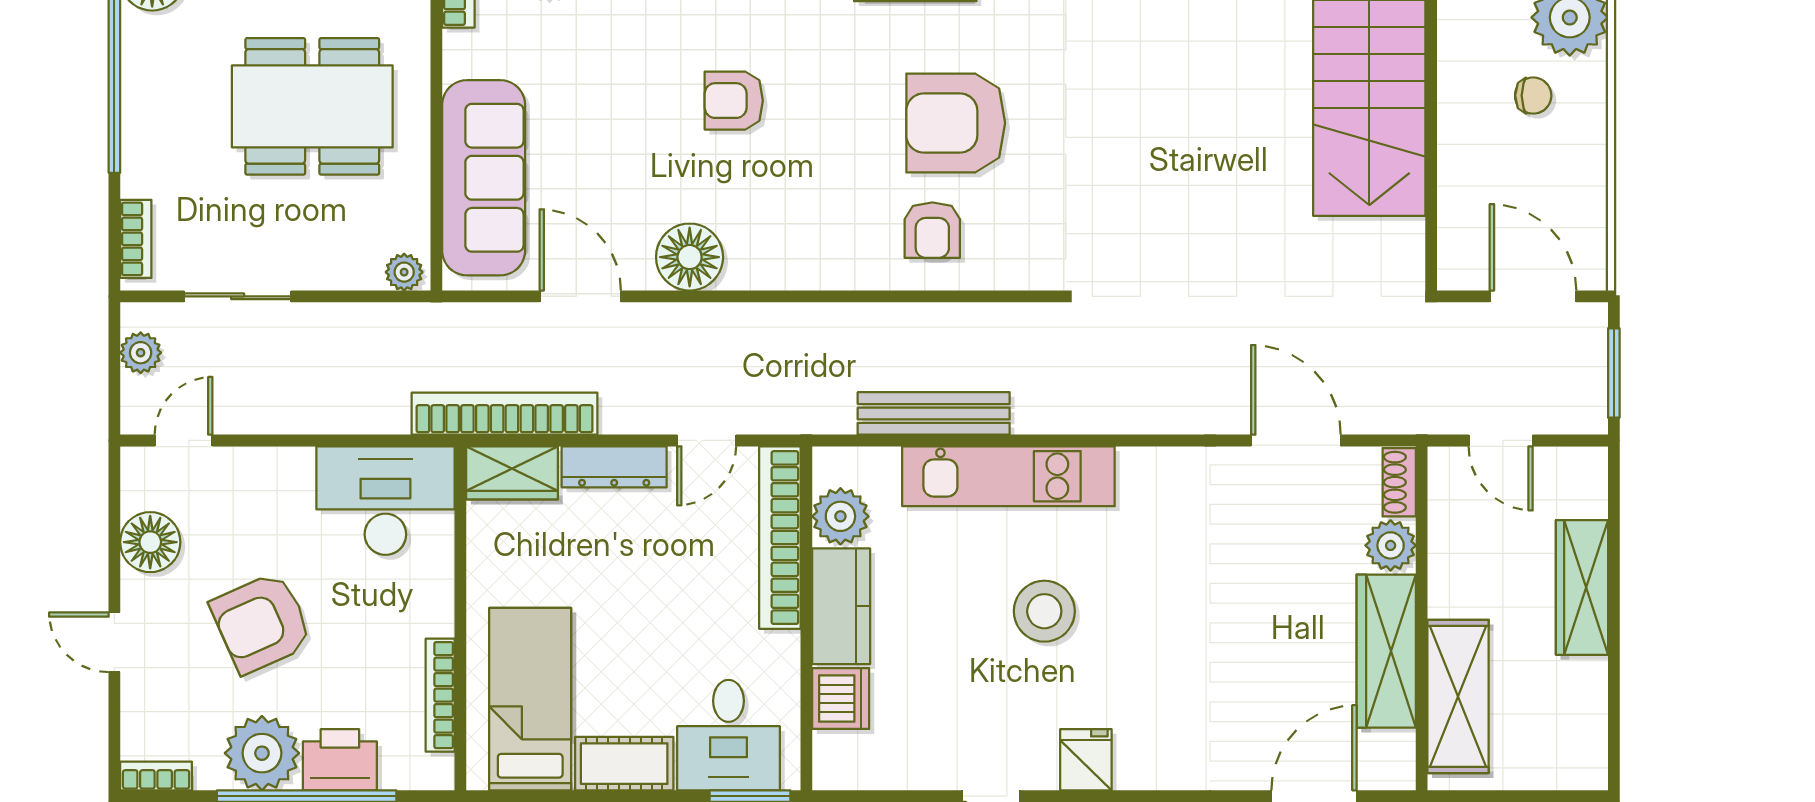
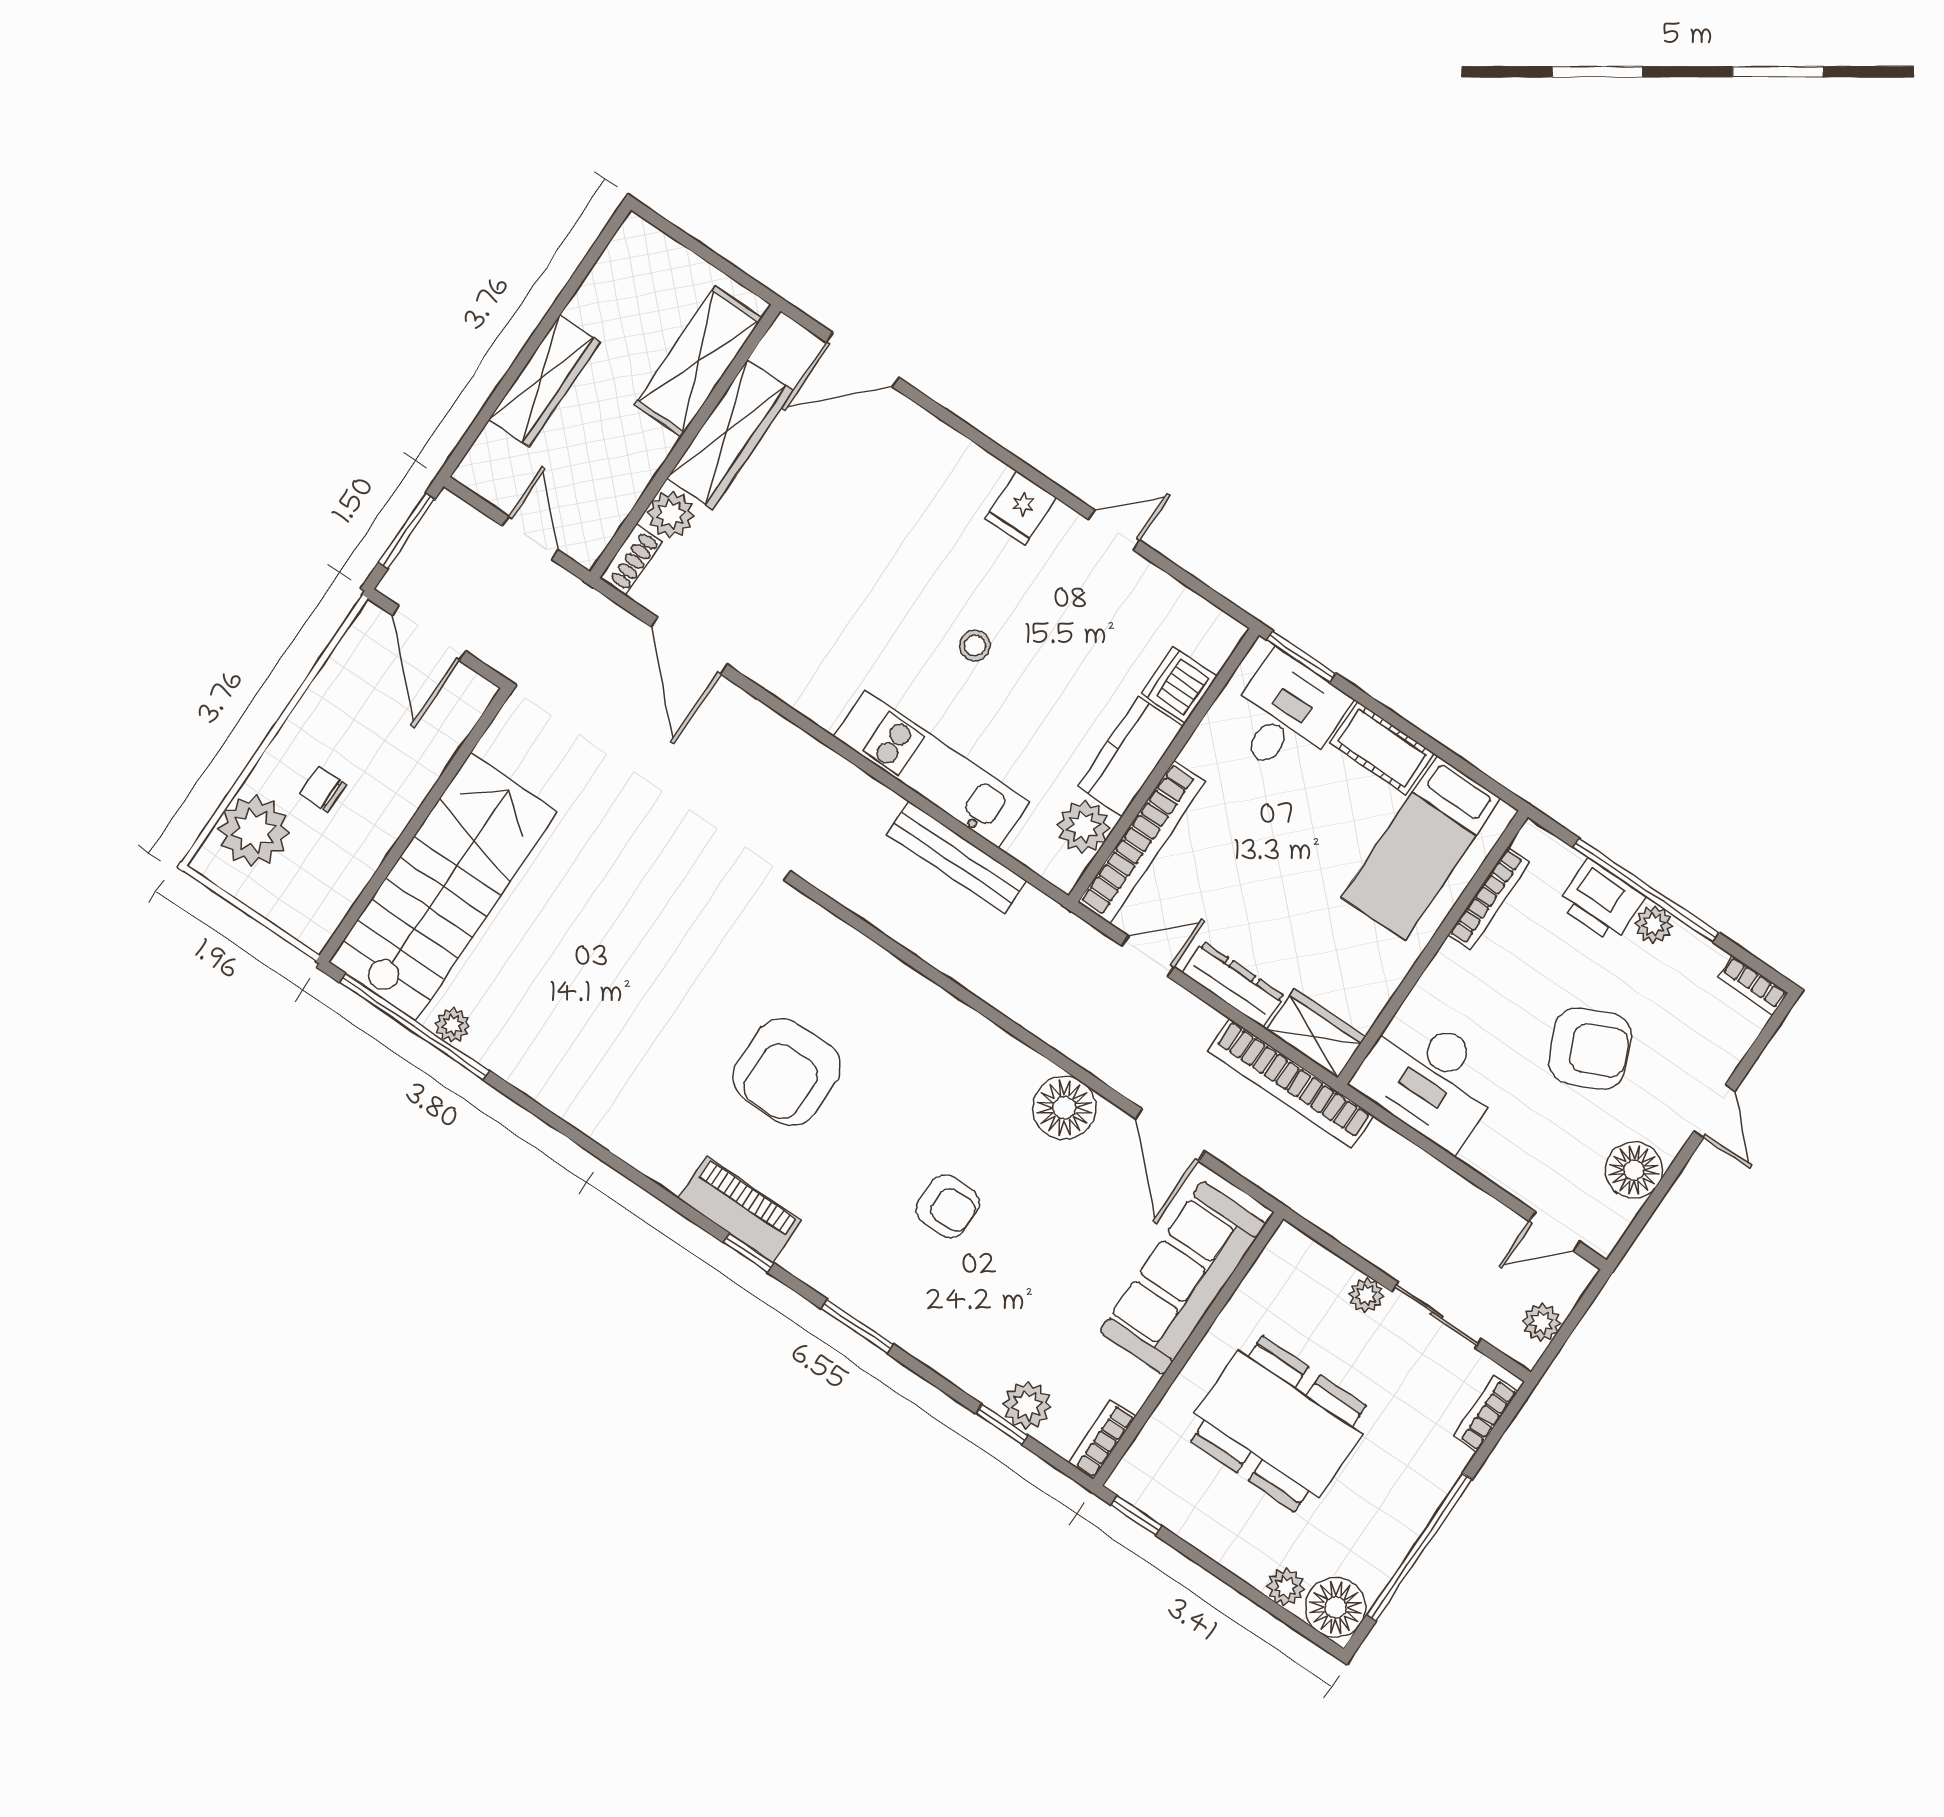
armchair: (956, 123) -> (787, 1072), turned 90
armchair: (932, 230) -> (861, 1001), removed
plant: (404, 272) -> (1366, 1295), moved
stool: (1044, 611) -> (975, 646), width x0.53, depth x0.53
plant: (262, 753) -> (1654, 924), width x0.53, depth x0.53

